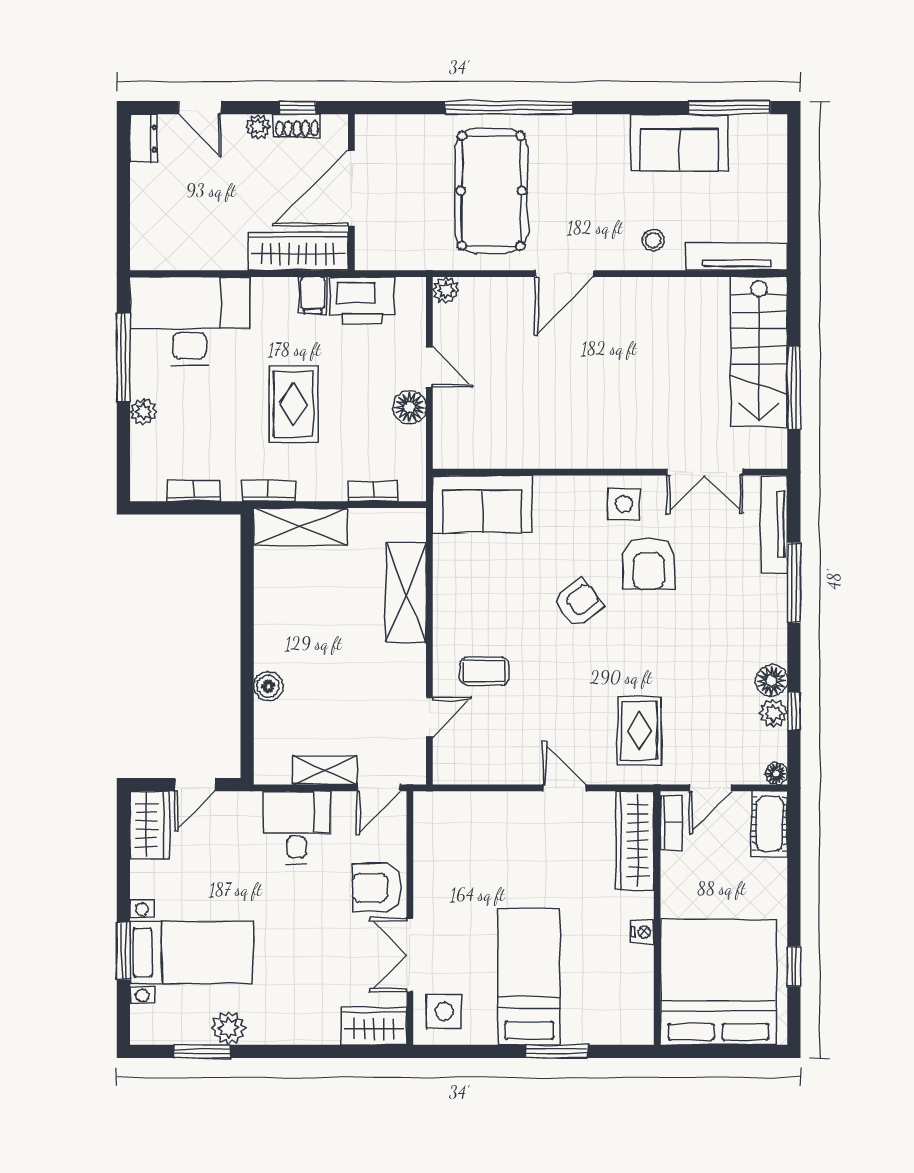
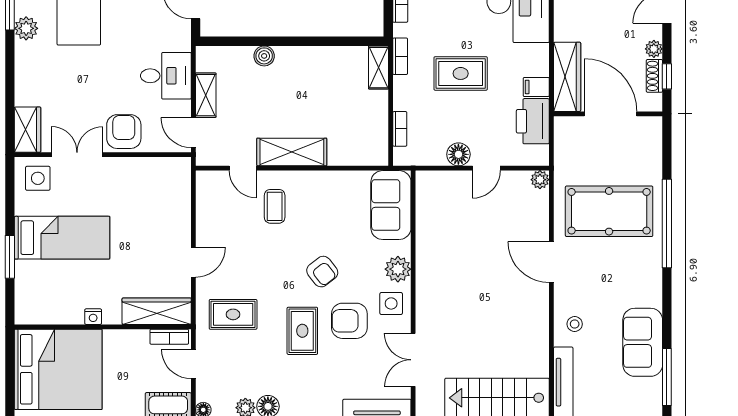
plant: (574, 494) -> (398, 269), added
shelving: (300, 527) -> (378, 68), width x0.67, depth x0.75
shelving: (406, 592) -> (292, 152), moved
rug: (663, 631) -> (302, 331), added

